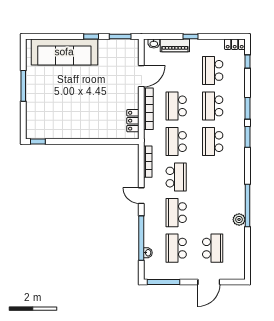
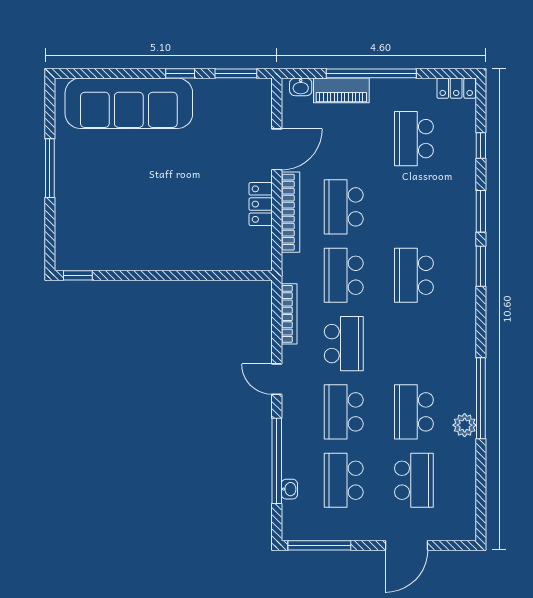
window: (191, 37) -> (371, 73), width x3.17
window: (248, 62) -> (481, 146), moved
school desk: (213, 106) -> (414, 412), moved
locker: (133, 121) -> (261, 204), moved

